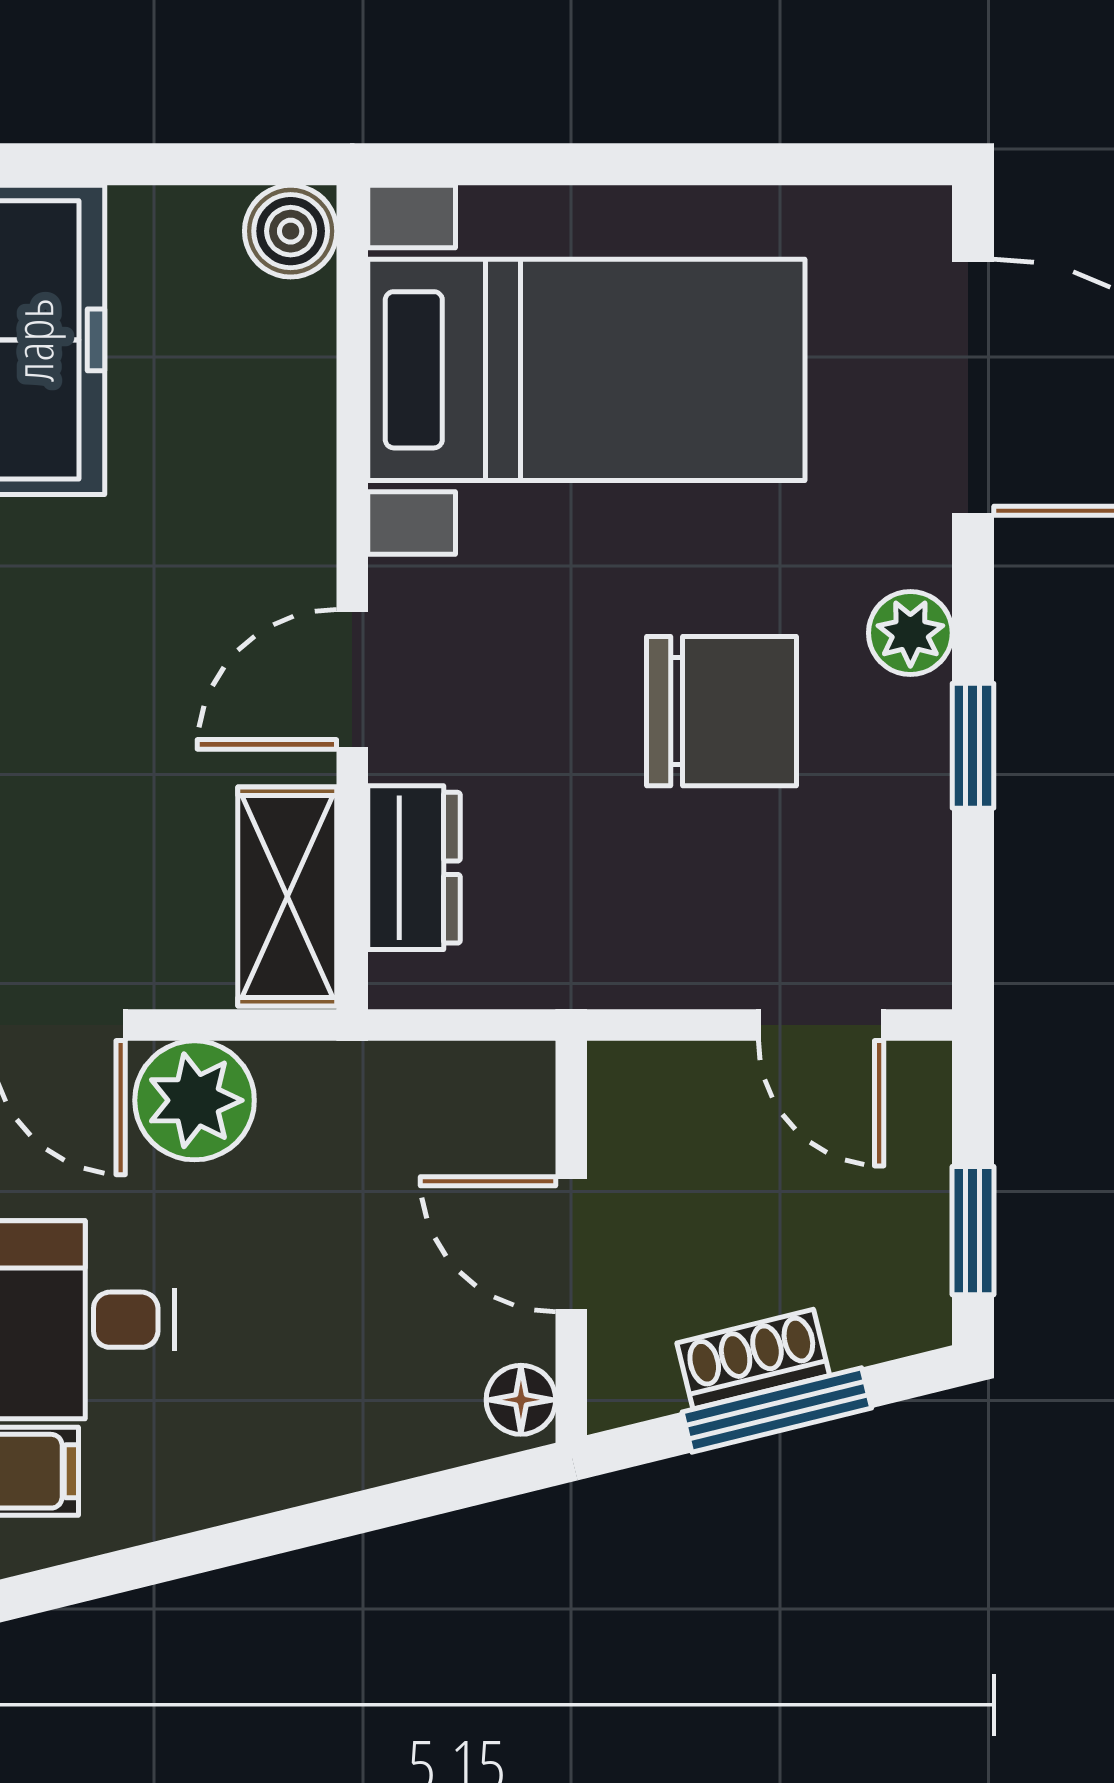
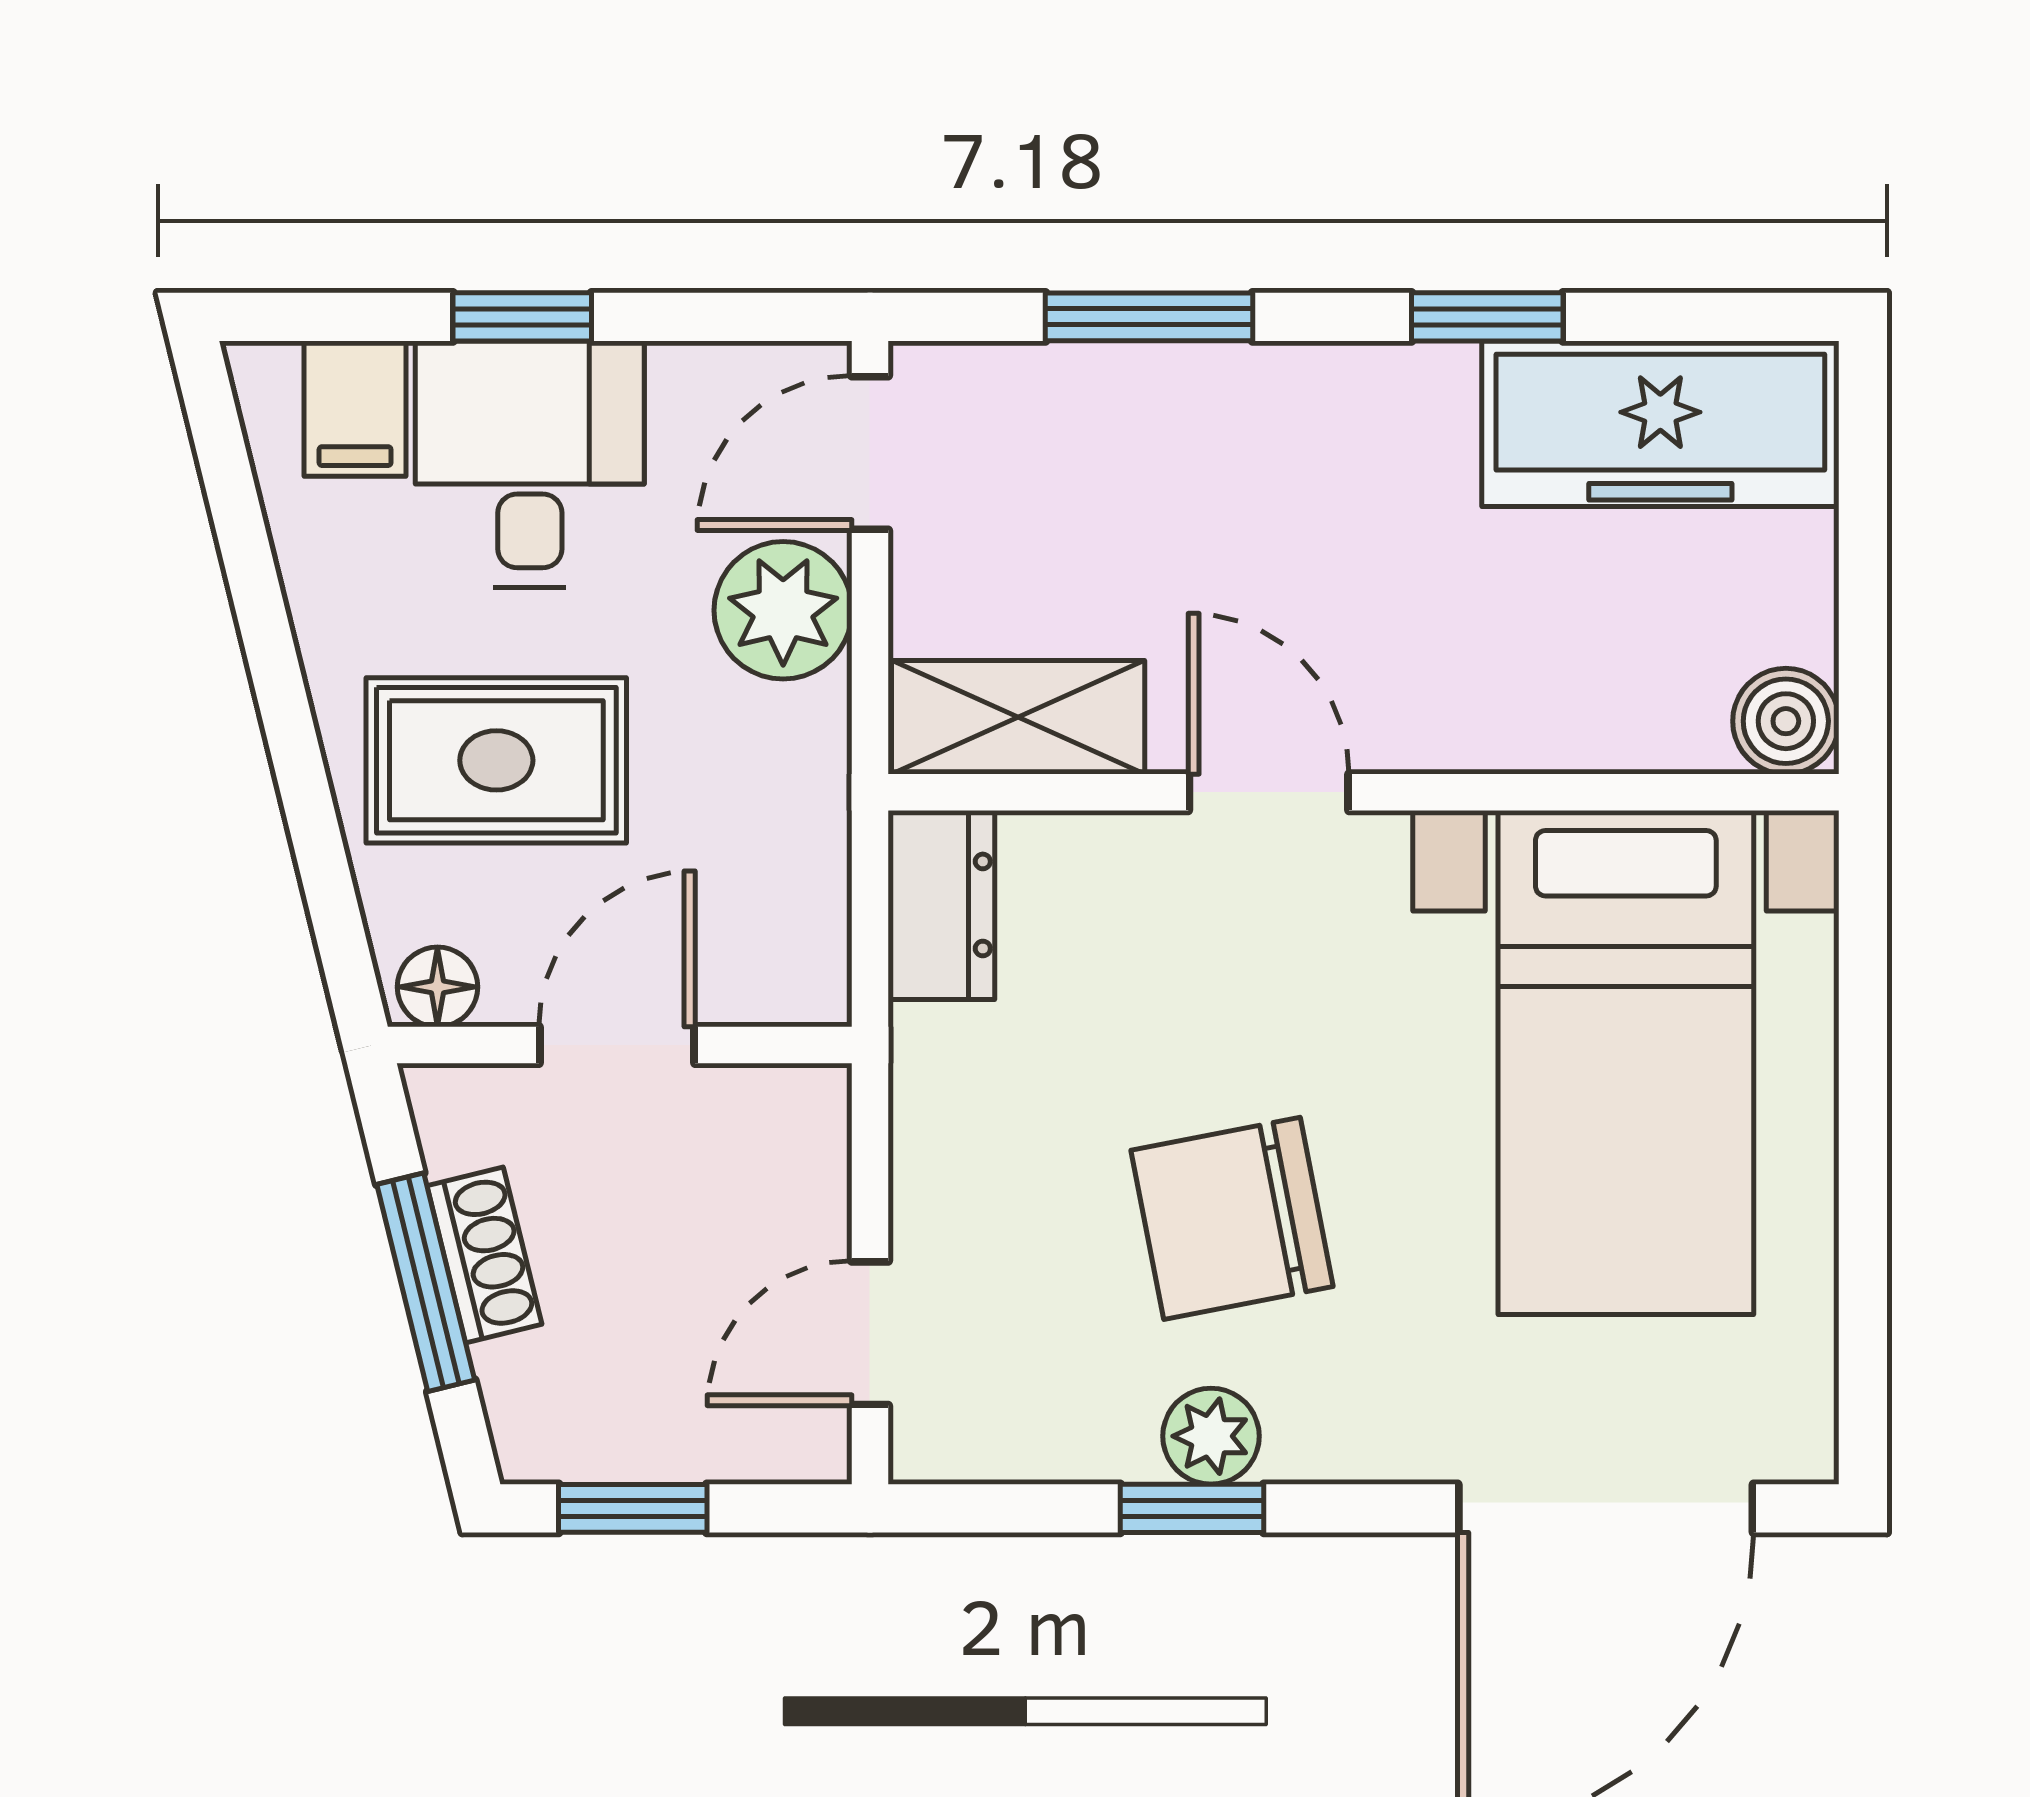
plant: (910, 633) -> (1211, 1436), moved
chair: (722, 711) -> (1232, 1218), turned 79
dresser: (414, 868) -> (941, 905), moved, turned -90
rug: (325, 1349) -> (496, 760), added

